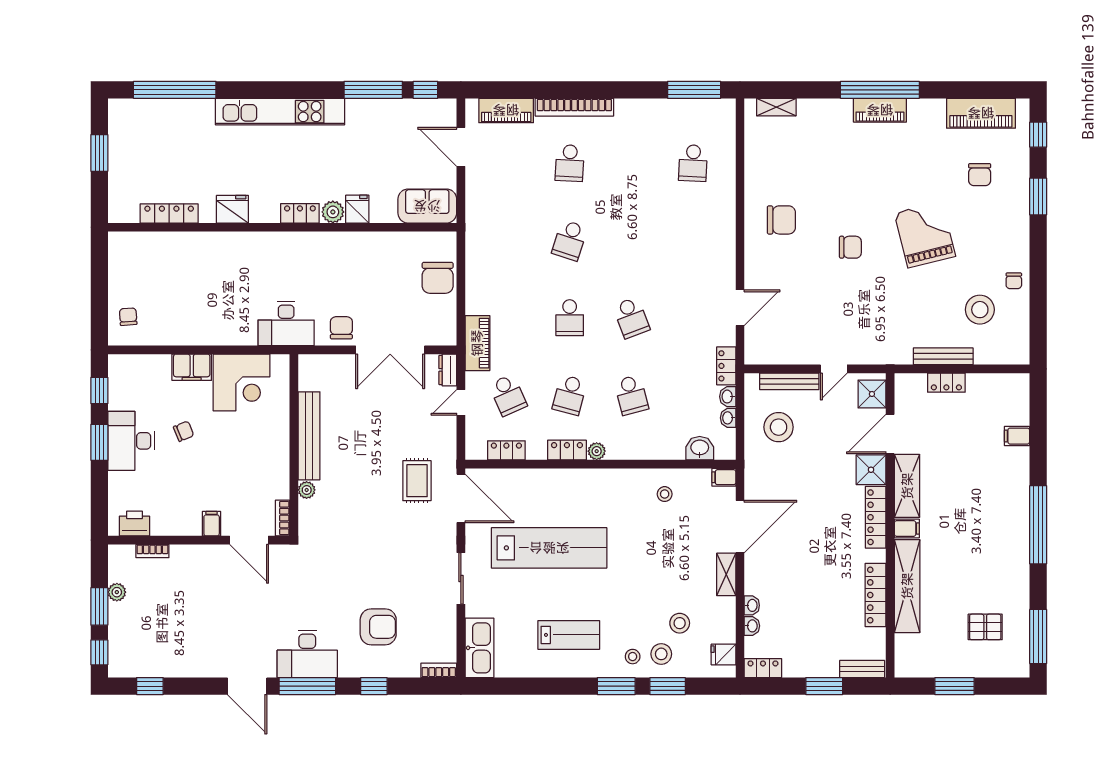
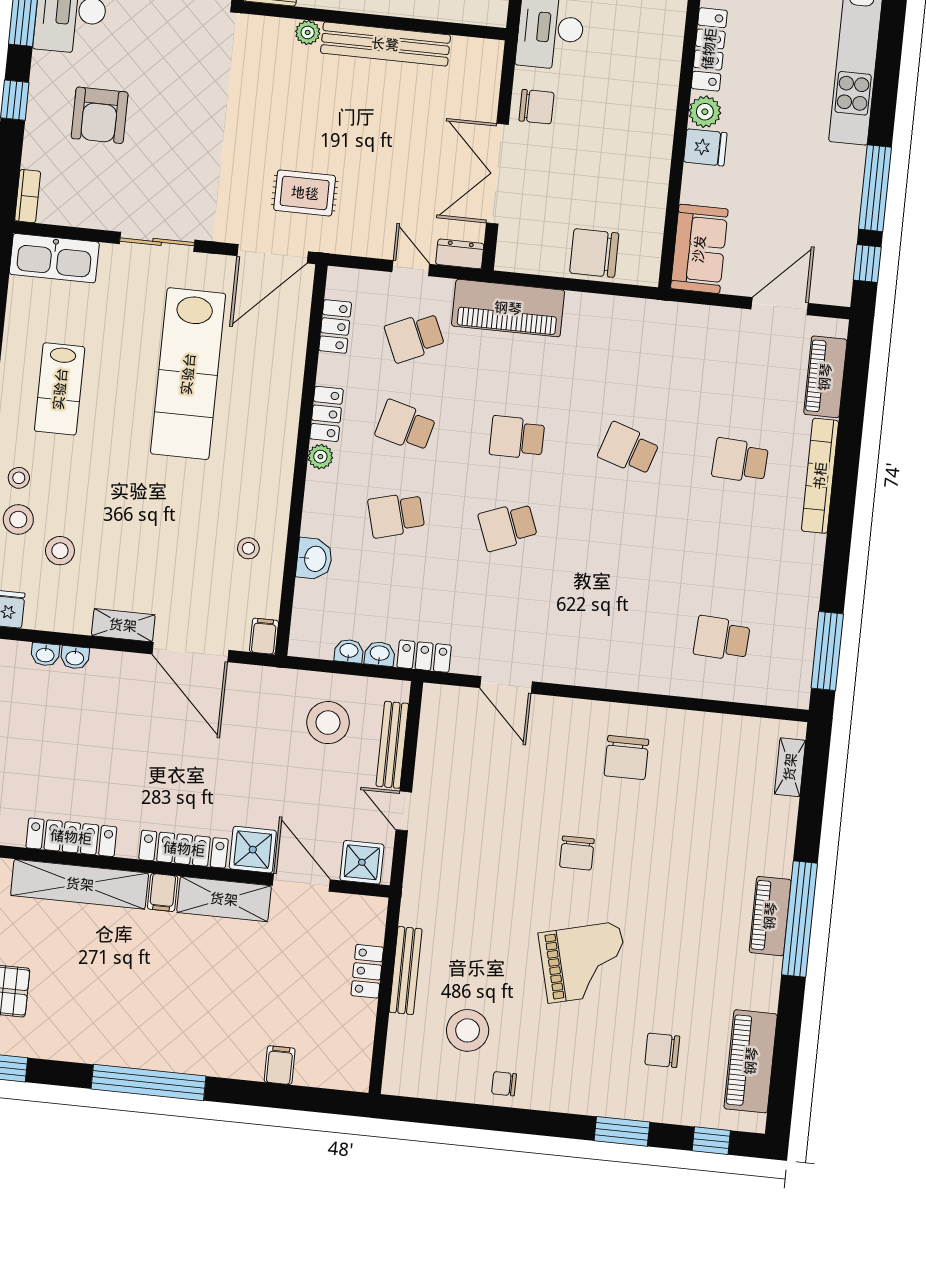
locker: (300, 213) -> (709, 49), width x1.53
piano: (477, 343) -> (508, 308), width x1.37, depth x1.33
washbasin: (700, 448) -> (314, 559), moved

